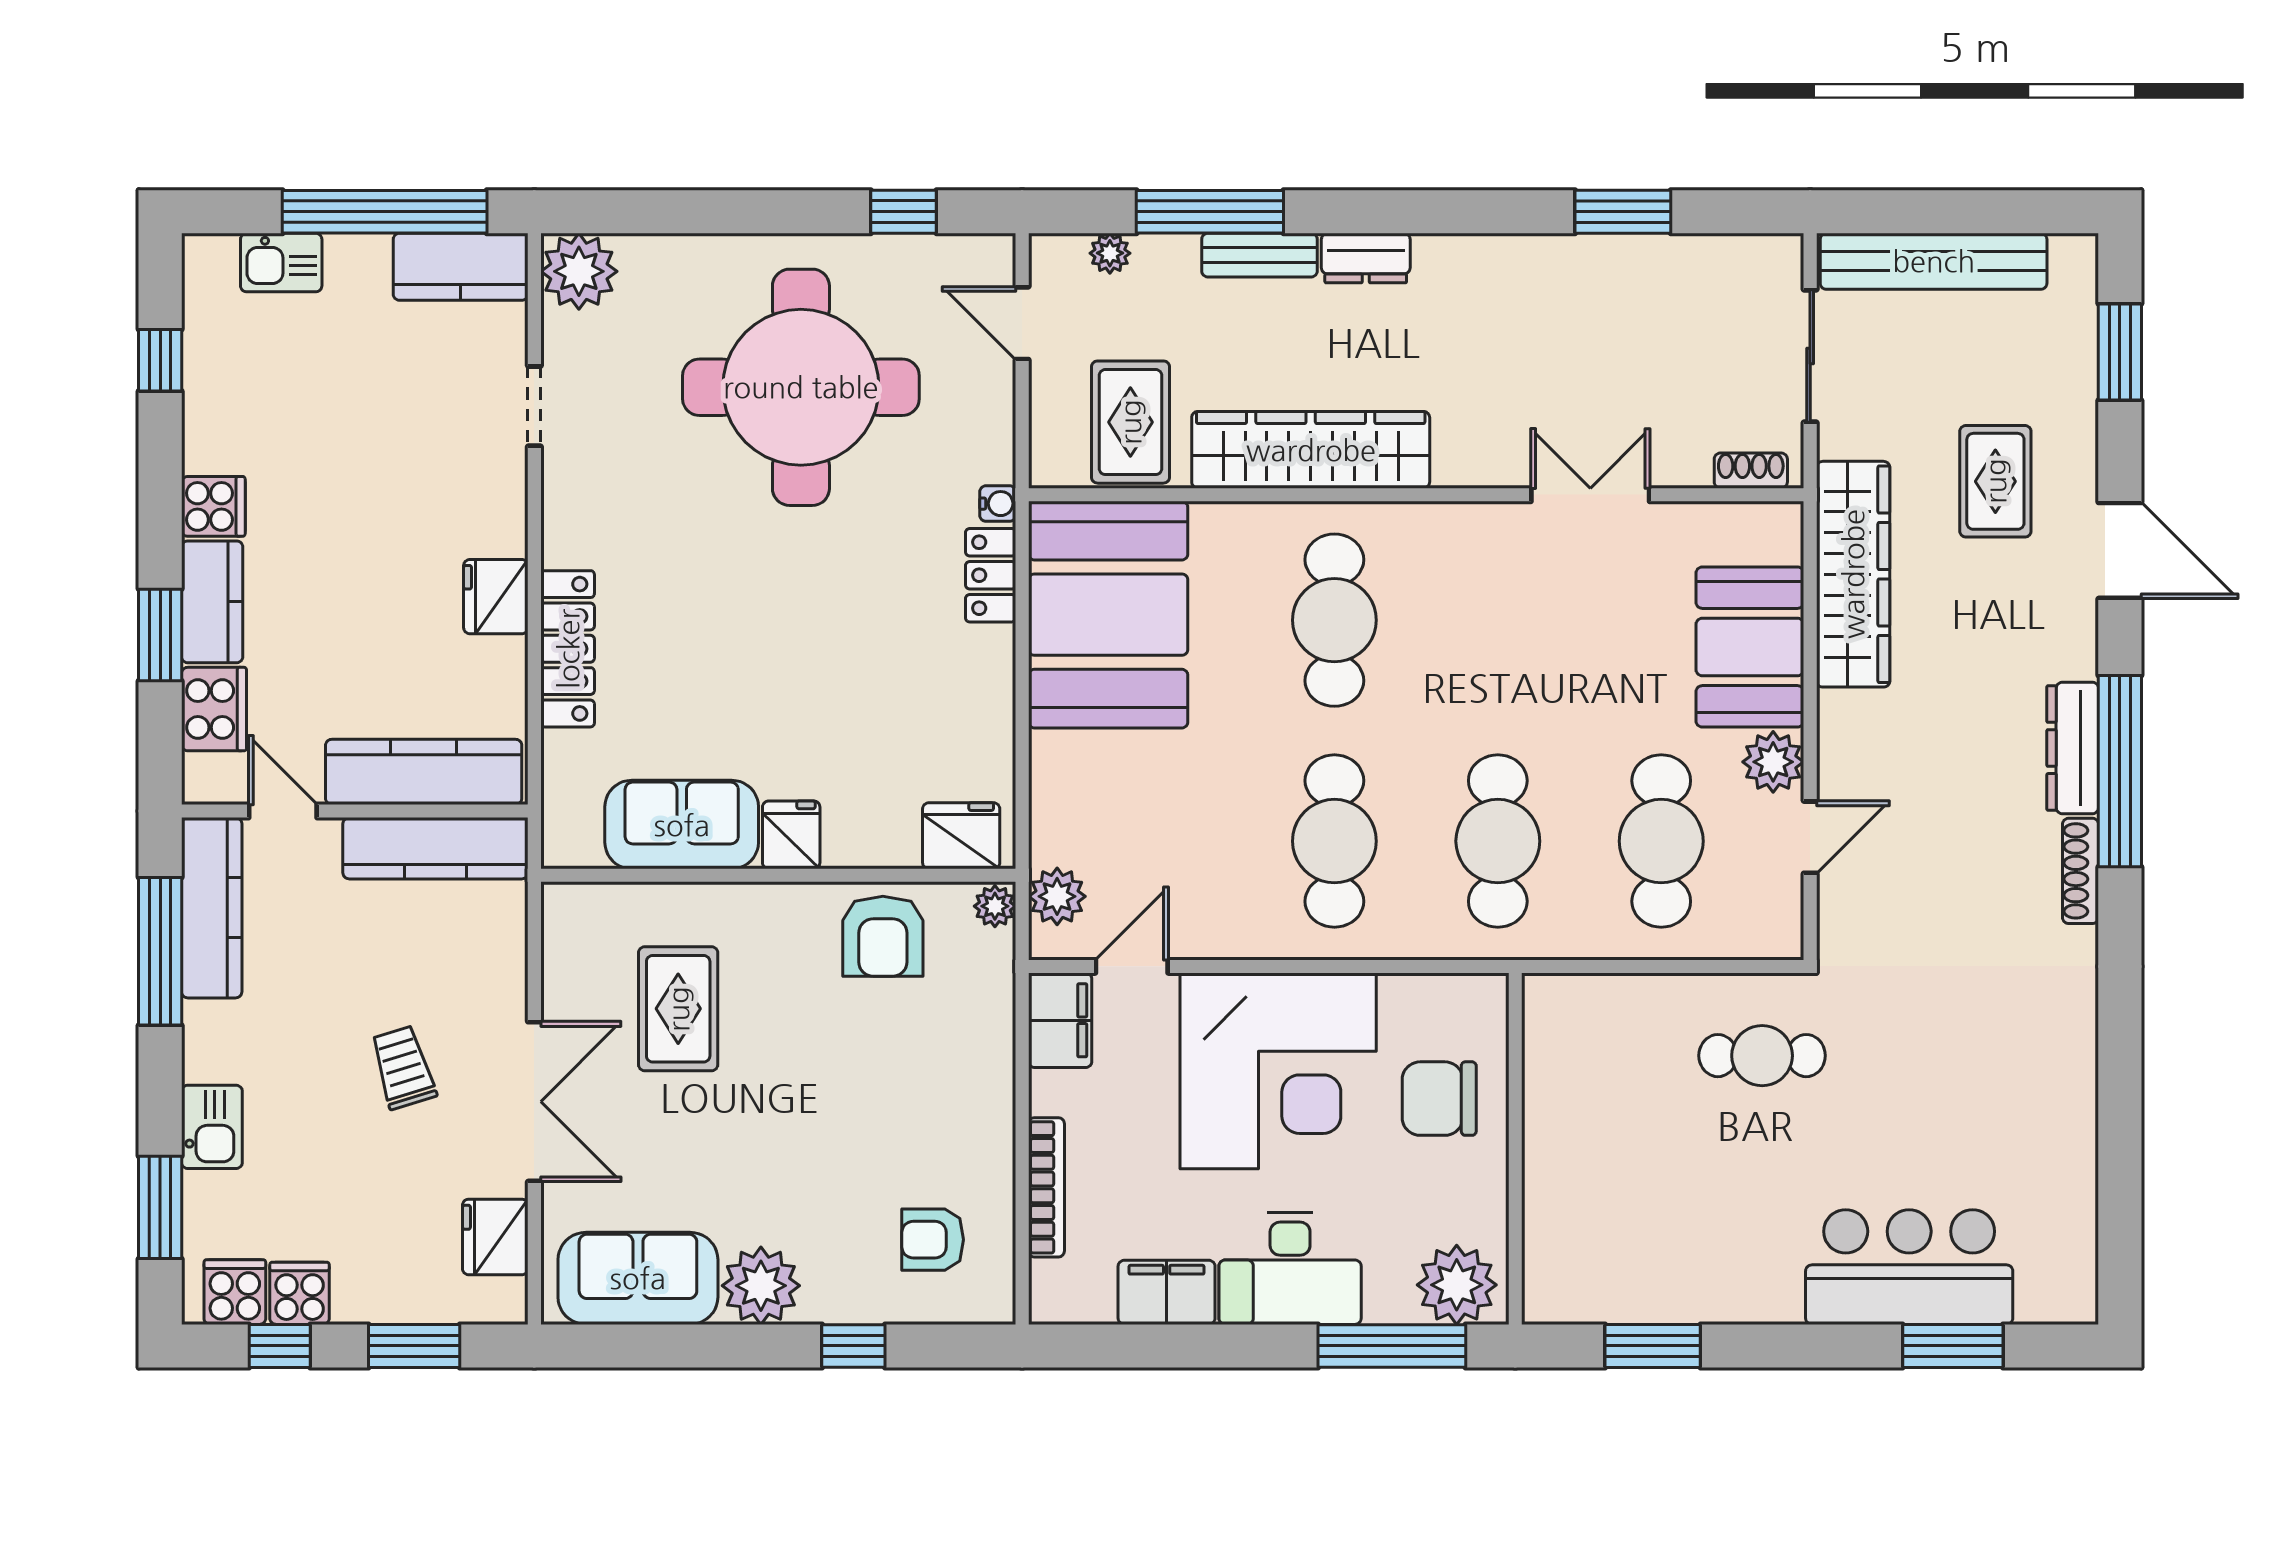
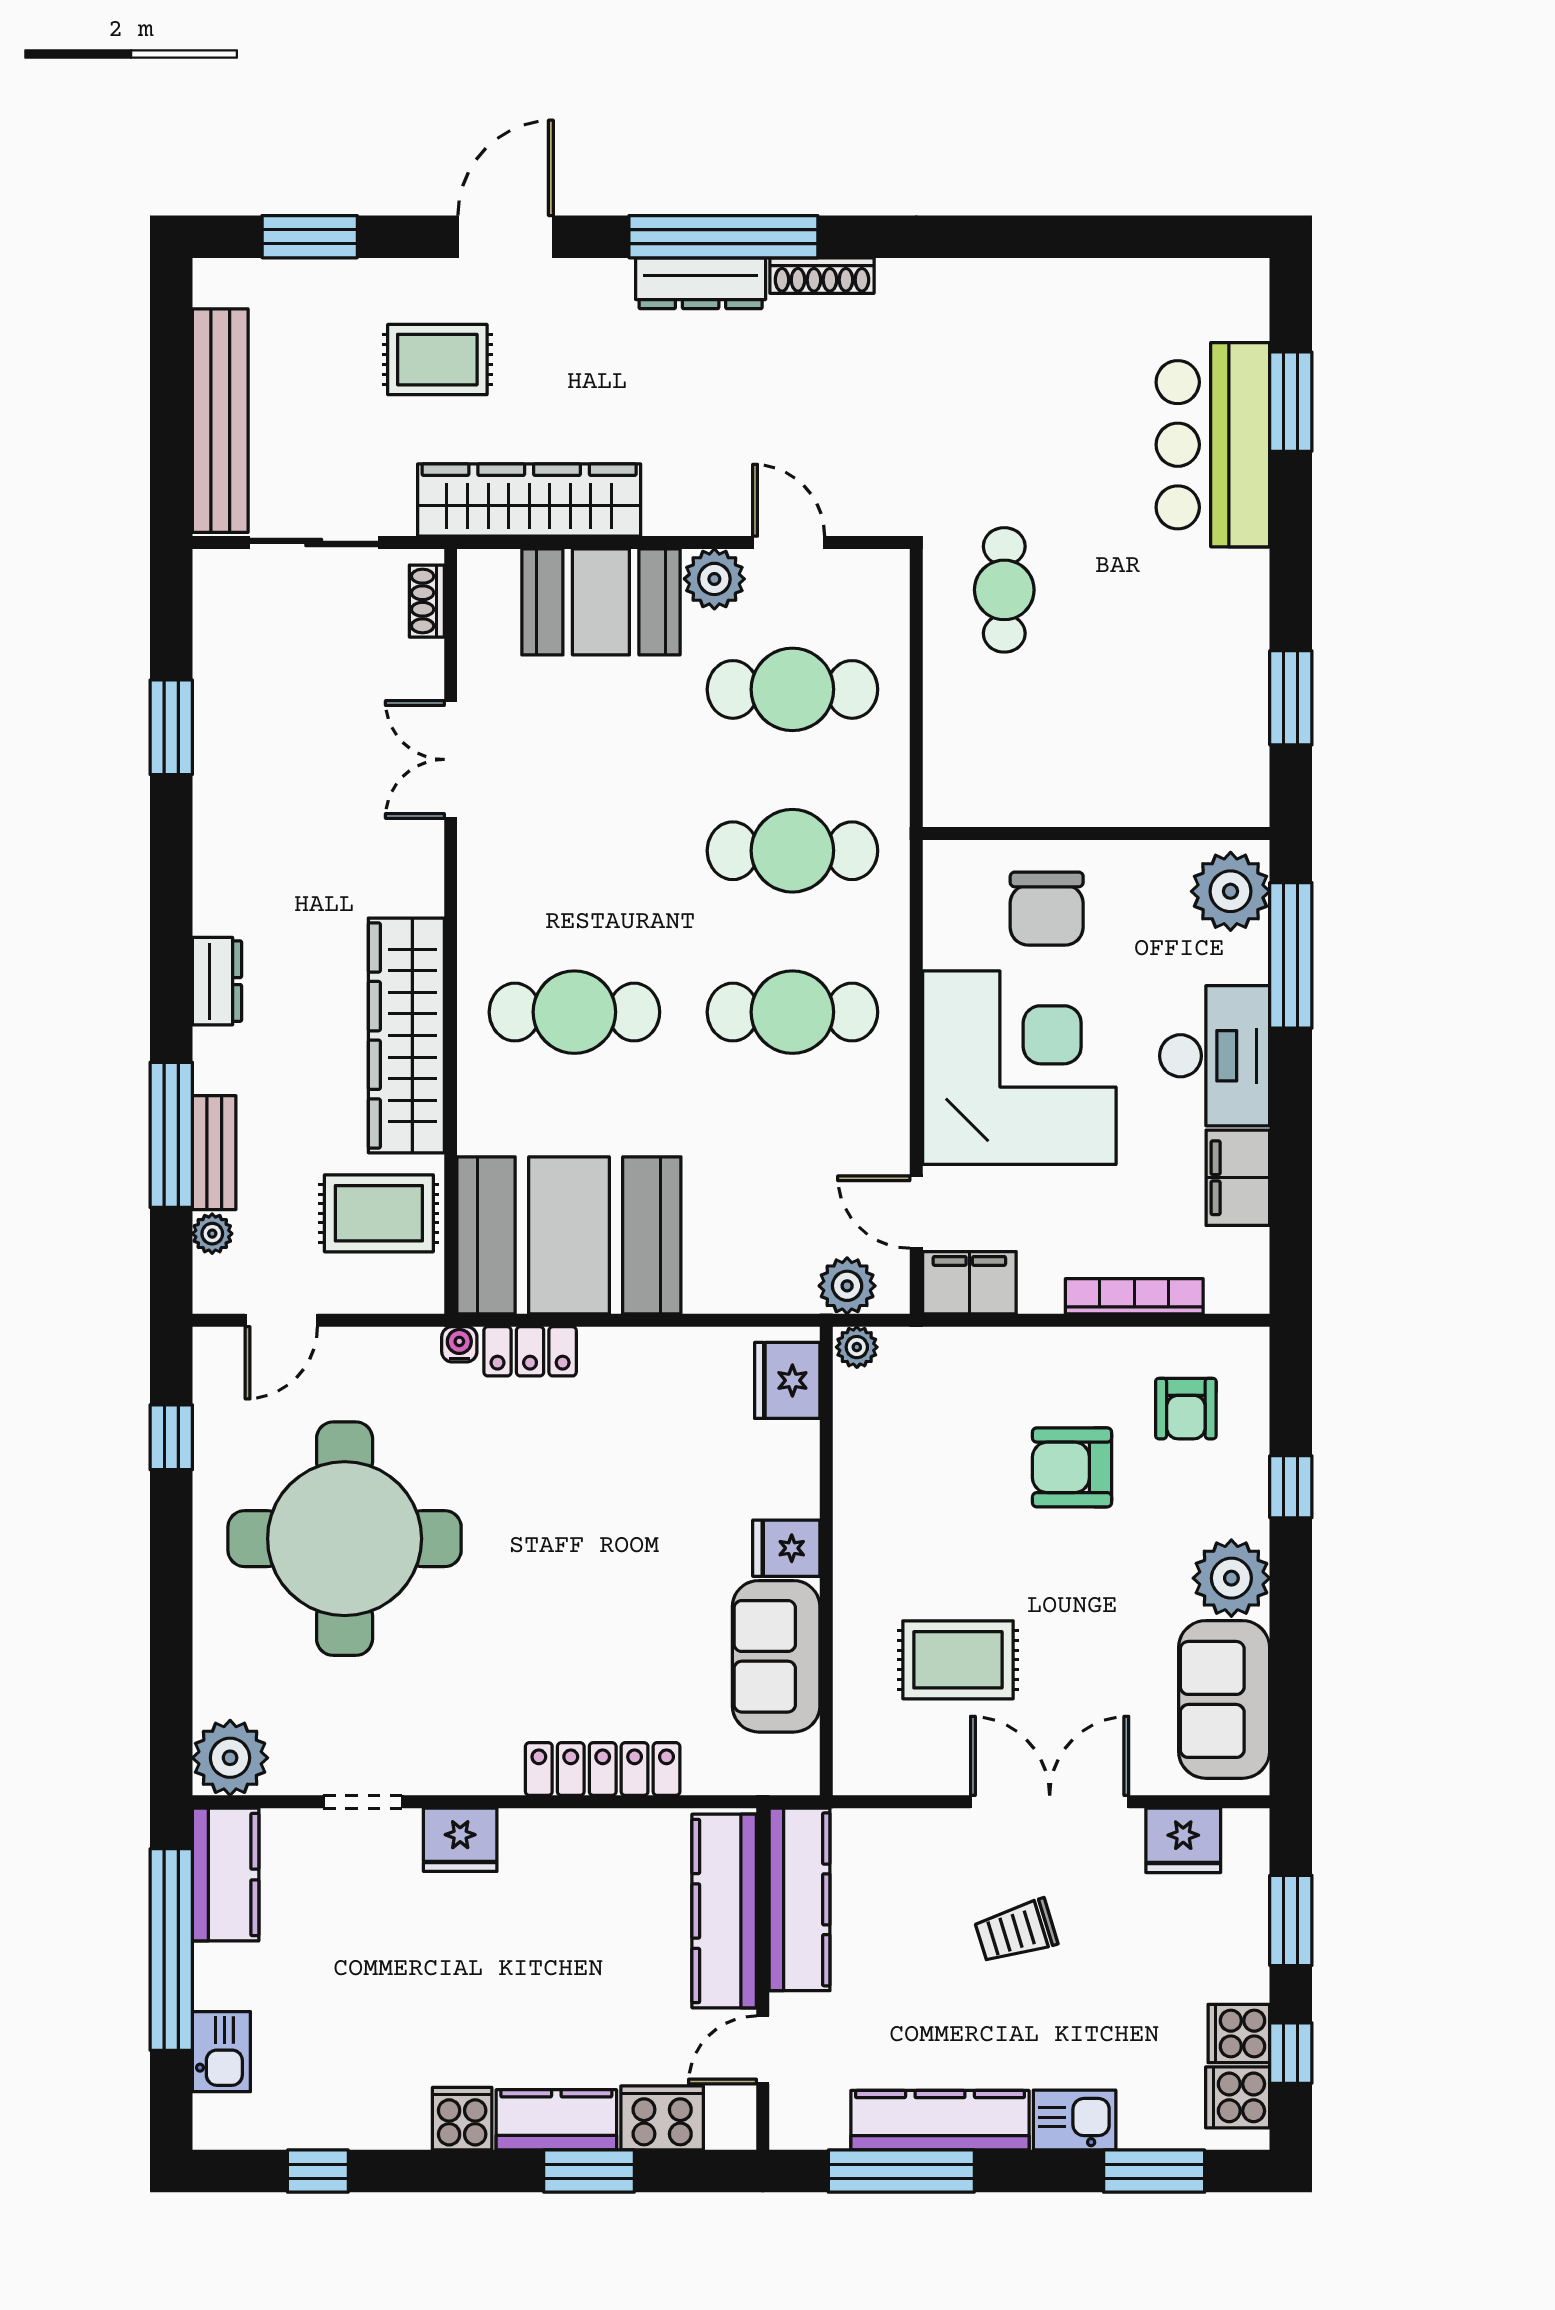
bench: (1259, 255) -> (214, 1153), moved
fridge: (496, 597) -> (460, 1840), moved
kitchen counter: (212, 908) -> (940, 2120), moved
armchair: (883, 936) -> (1072, 1467), moved, turned 180

